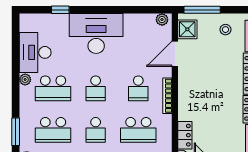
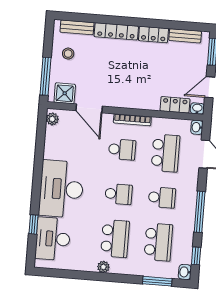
desk: (35, 52) -> (53, 239), moved, turned 90

